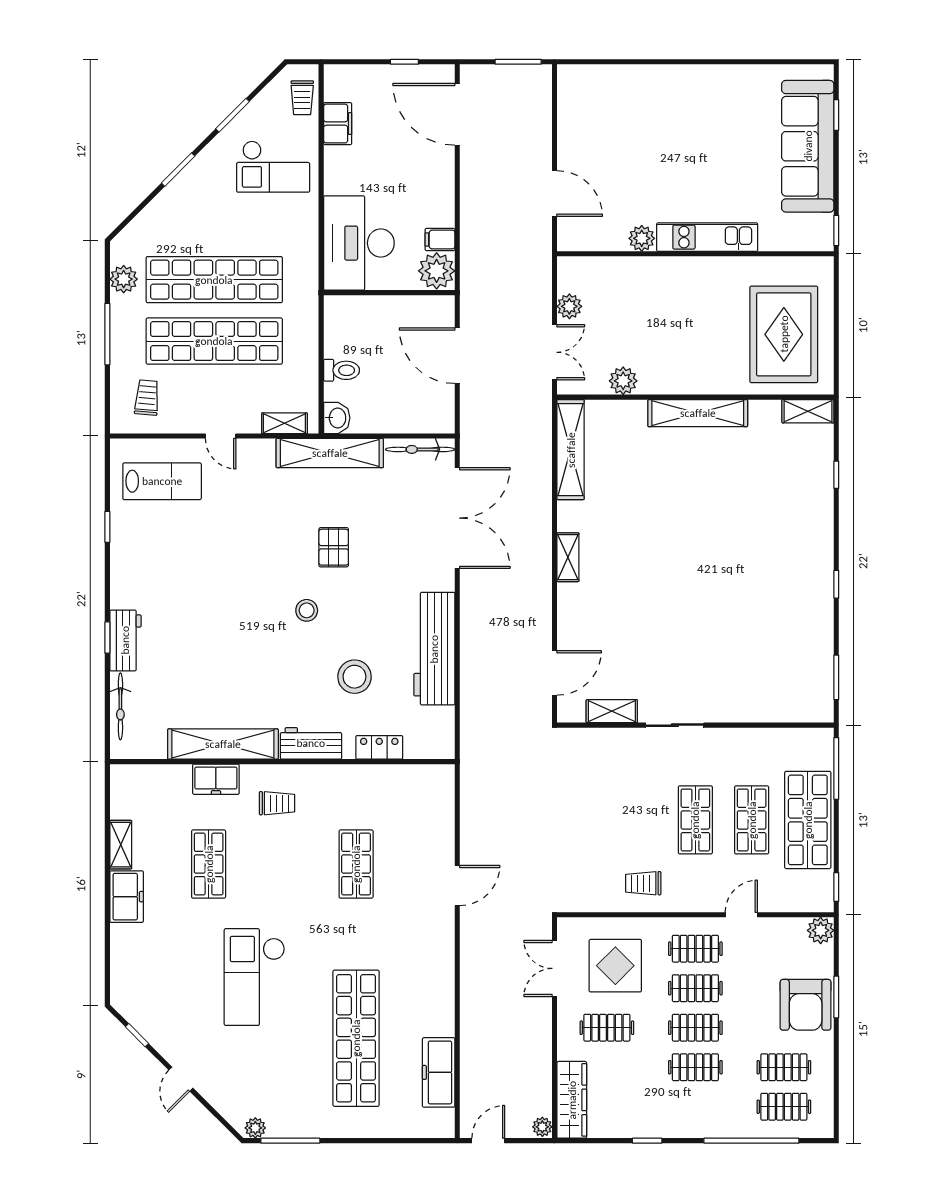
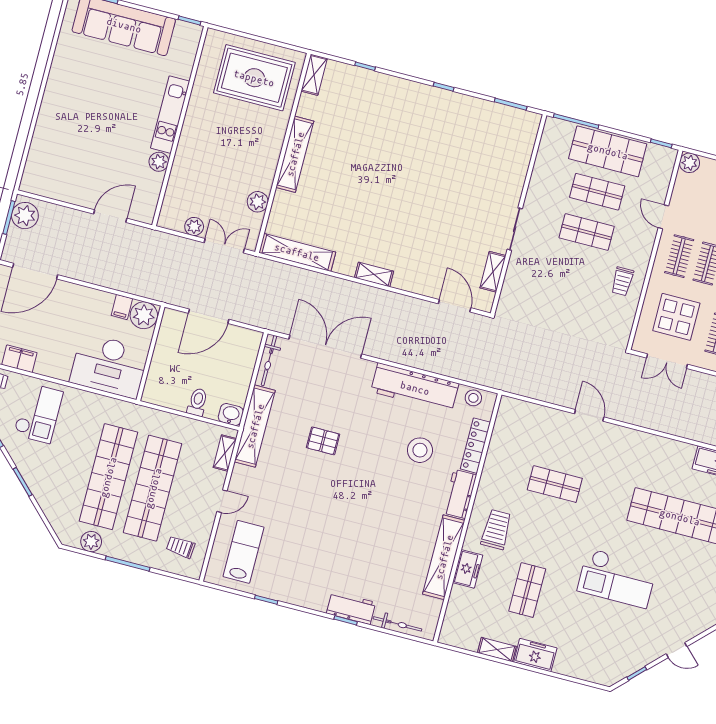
plant: (526, 82) -> (25, 216), added
stool: (307, 610) -> (473, 398), moved
locker: (379, 747) -> (475, 446), width x1.53
trolley: (277, 803) -> (496, 529), width x1.36, depth x1.39
shop shelf: (209, 864) -> (527, 590), turned 90

